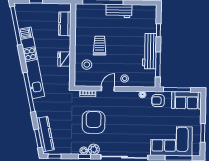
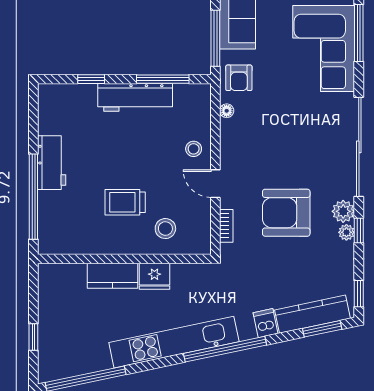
kitchen counter: (65, 24) -> (112, 276), moved
dishwasher: (26, 33) -> (266, 323), moved

